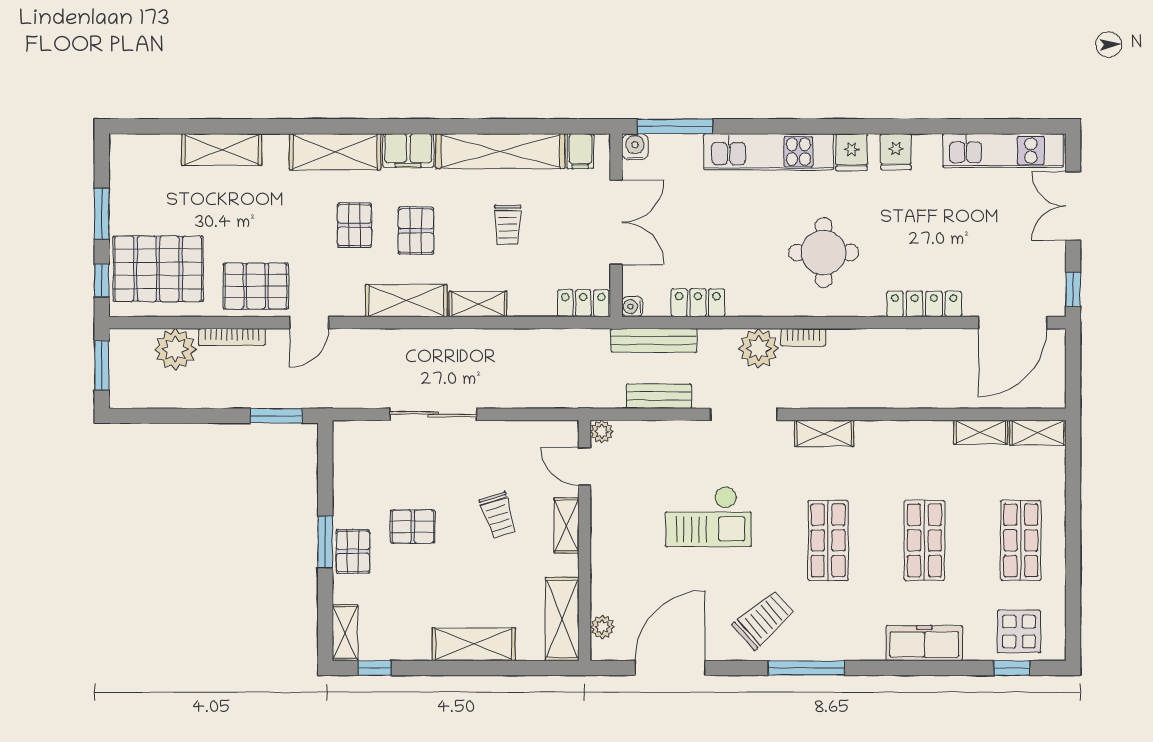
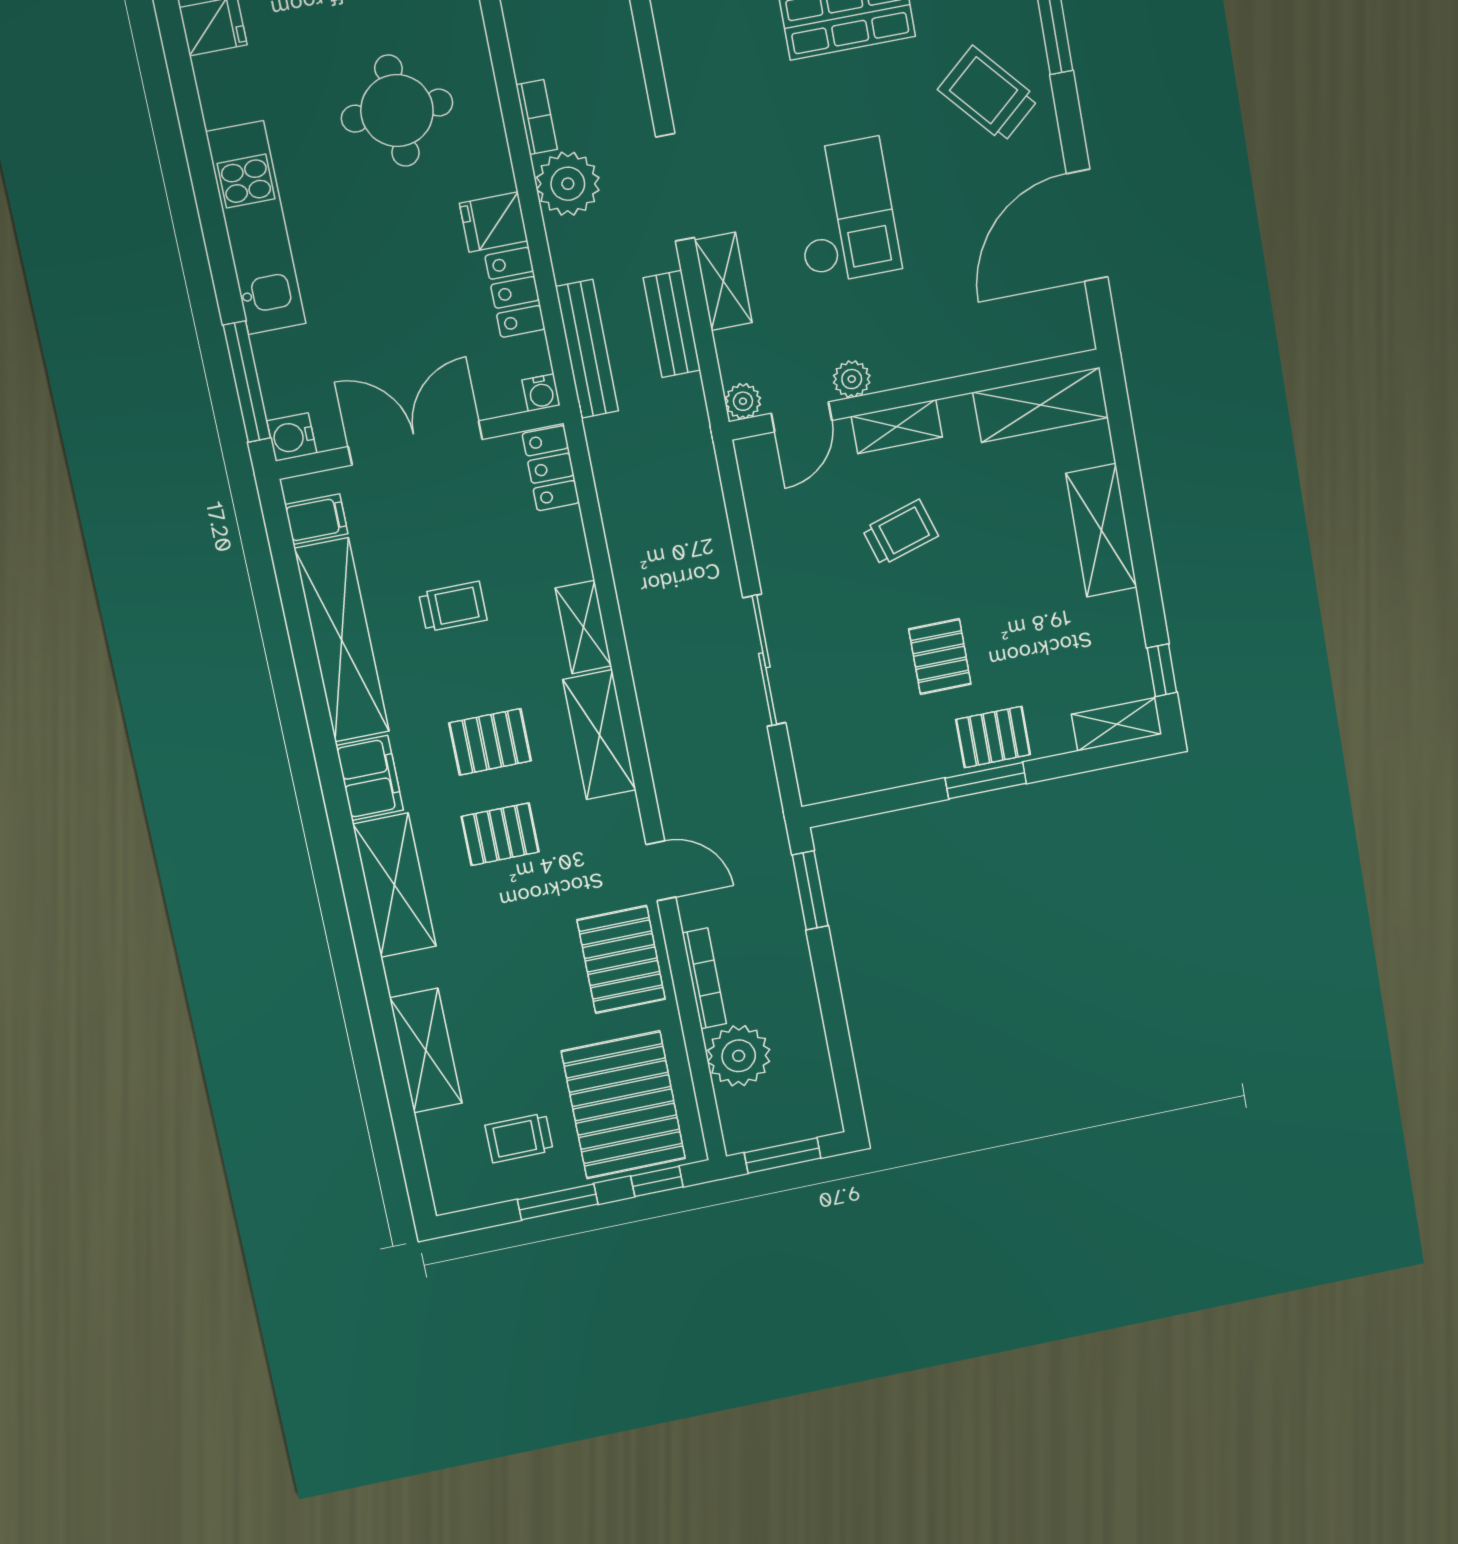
fridge: (851, 152) -> (494, 222), moved, turned 180
trolley: (150, 197) -> (519, 1138), added
shelving: (824, 433) -> (723, 281), moved
plant: (602, 627) -> (852, 379), moved
door: (670, 668) -> (1087, 225), hinge flipped

